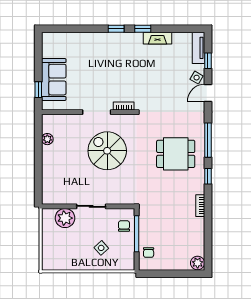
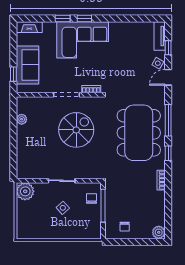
window: (143, 29) -> (63, 19), moved
fireplace: (158, 38) -> (29, 27), moved
corner sofa: (114, 52) -> (83, 40), added
spiral stairs: (107, 151) -> (76, 130), turned 90
dining table: (176, 154) -> (139, 133), width x1.88, depth x1.24
plant: (65, 218) -> (25, 191), moved
side table: (101, 248) -> (63, 208), moved
chair: (149, 253) -> (125, 227), moved

